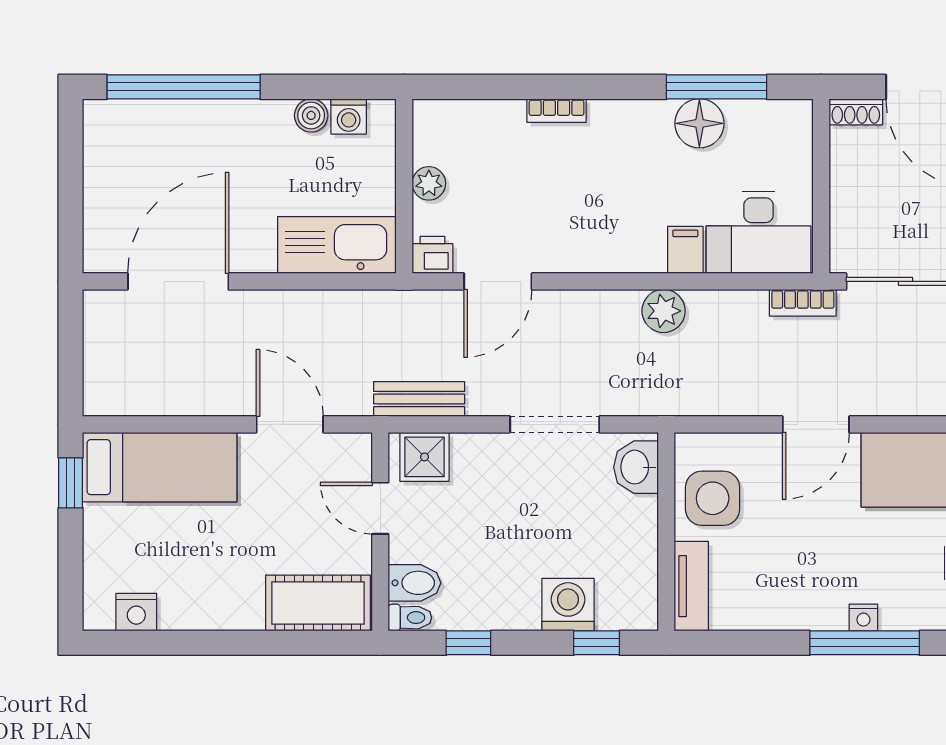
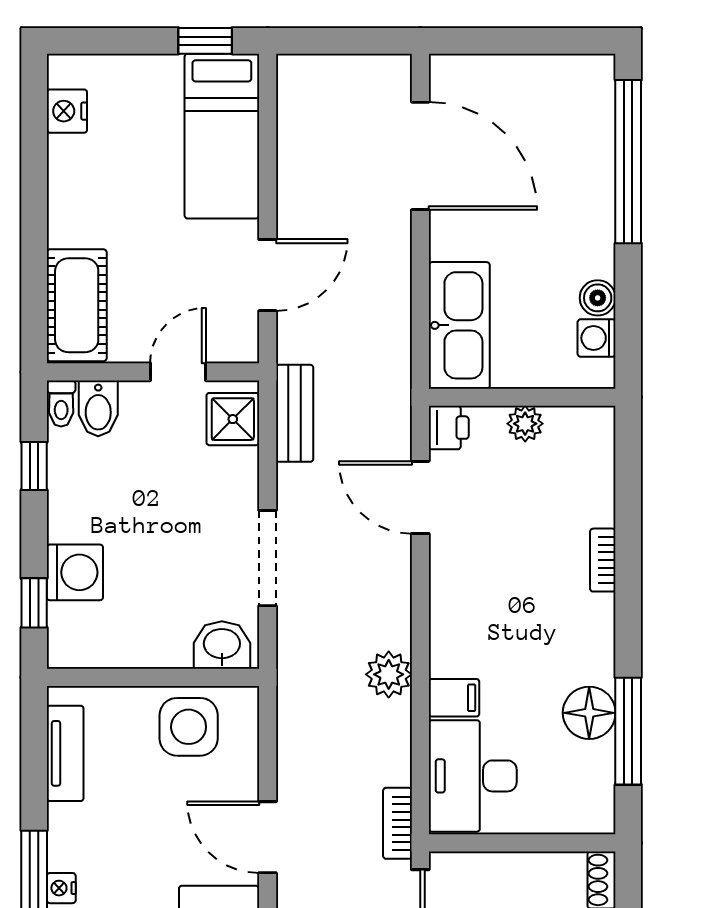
tv unit: (691, 586) -> (65, 753), moved, turned -90

